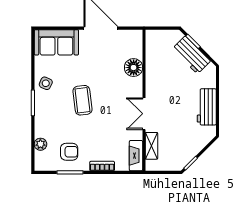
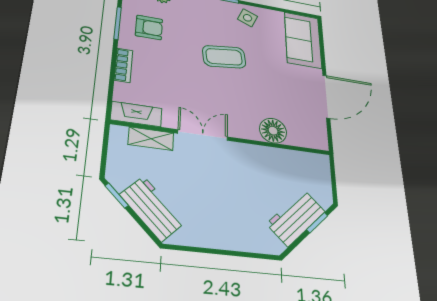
workbench: (207, 107) -> (152, 208), moved, turned 45
armchair: (69, 152) -> (149, 27), turned -90

